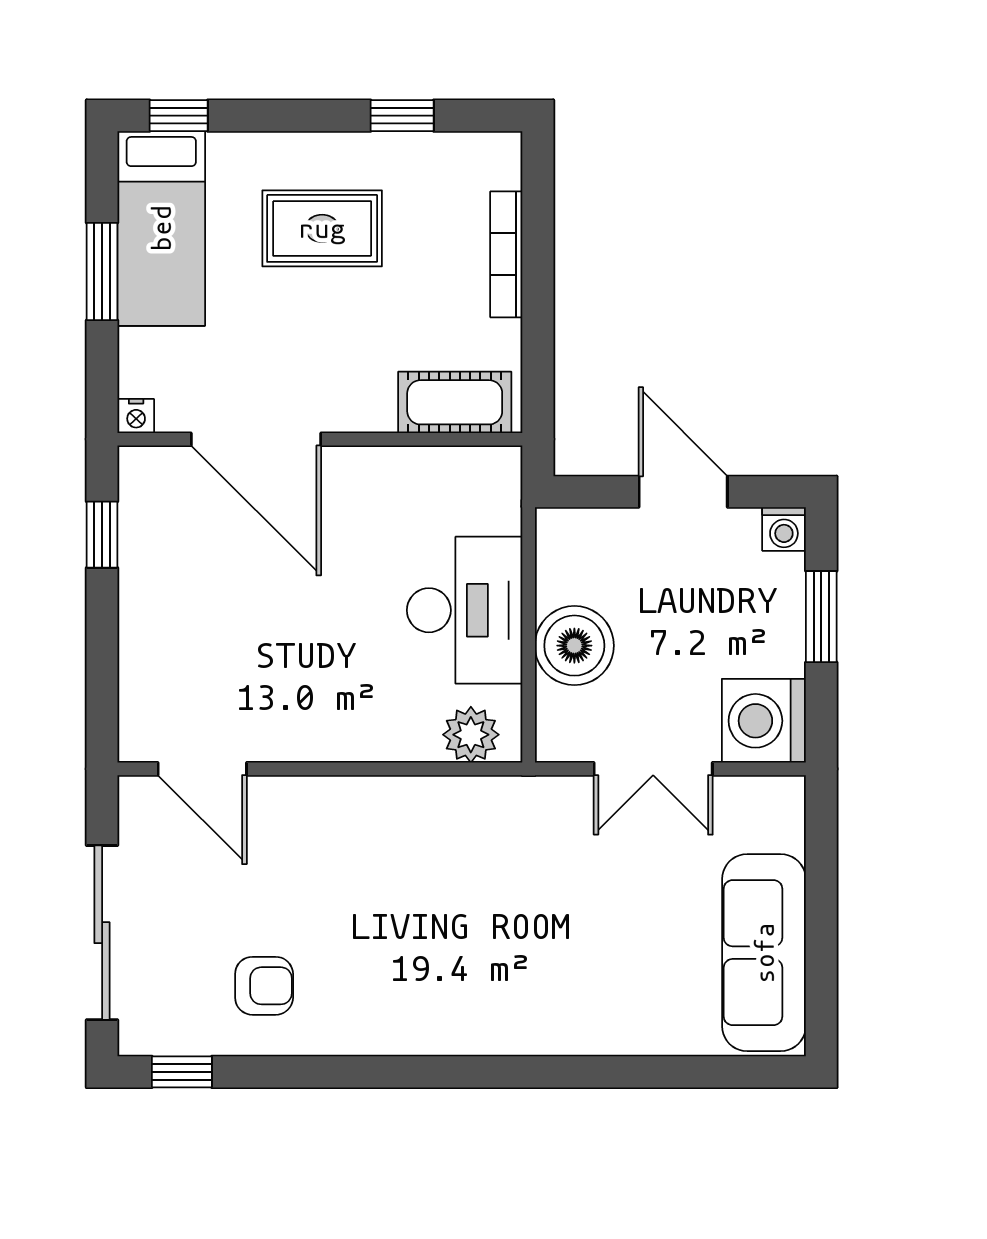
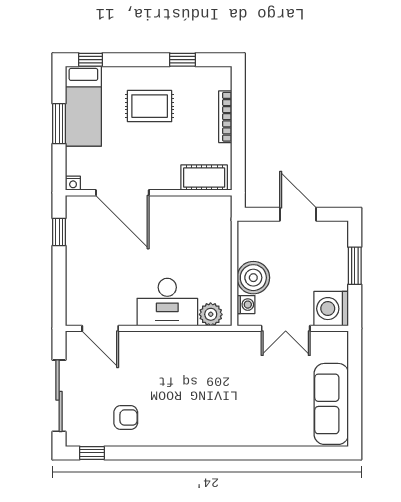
washing machine: (784, 529) -> (246, 305), moved, turned -90
desk: (465, 610) -> (167, 302), moved, turned 90

